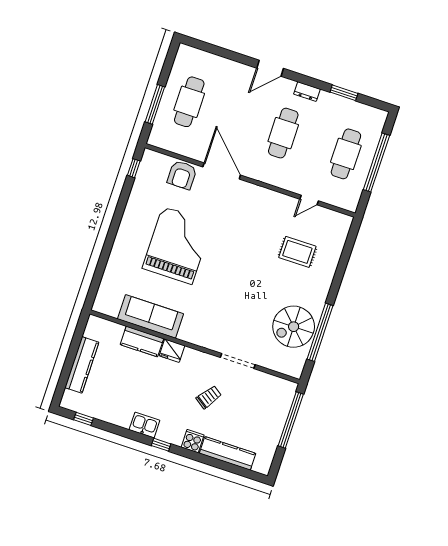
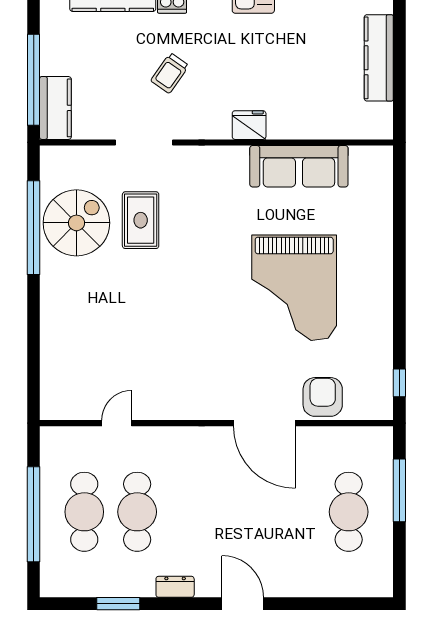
door: (270, 68) -> (243, 604), hinge flipped
cafe table: (283, 133) -> (137, 512), moved
rug: (297, 252) -> (141, 220), moved, turned 90
kitchen counter: (142, 342) -> (55, 108), moved, turned 90

